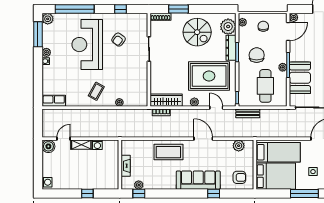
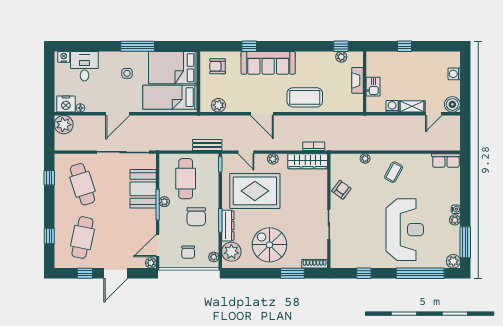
armchair: (119, 40) -> (341, 190), moved
kitchen sink: (113, 161) -> (373, 87), added
washing machine: (47, 182) -> (454, 74), moved

